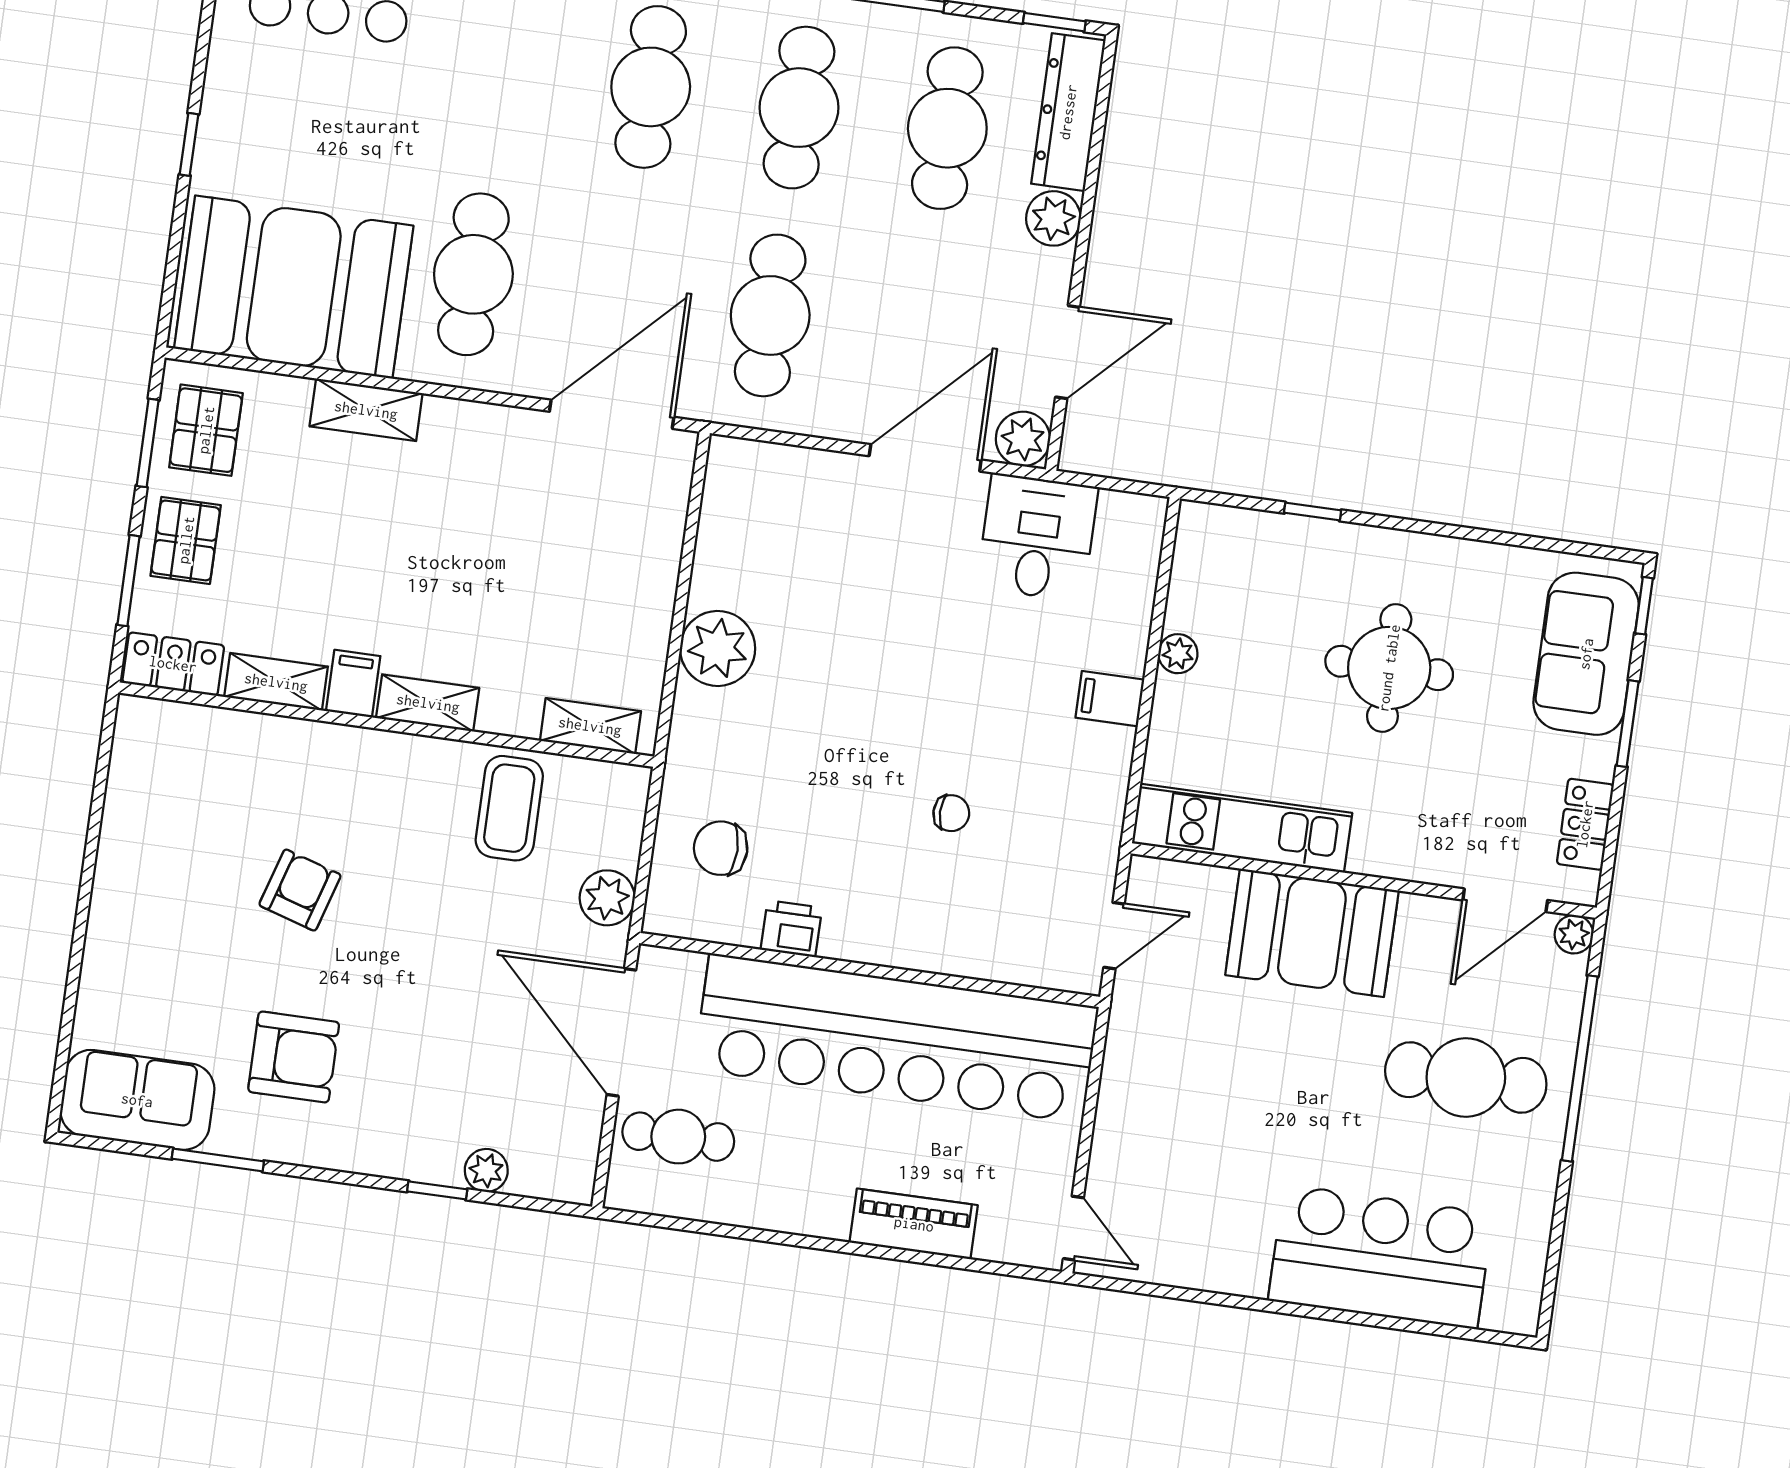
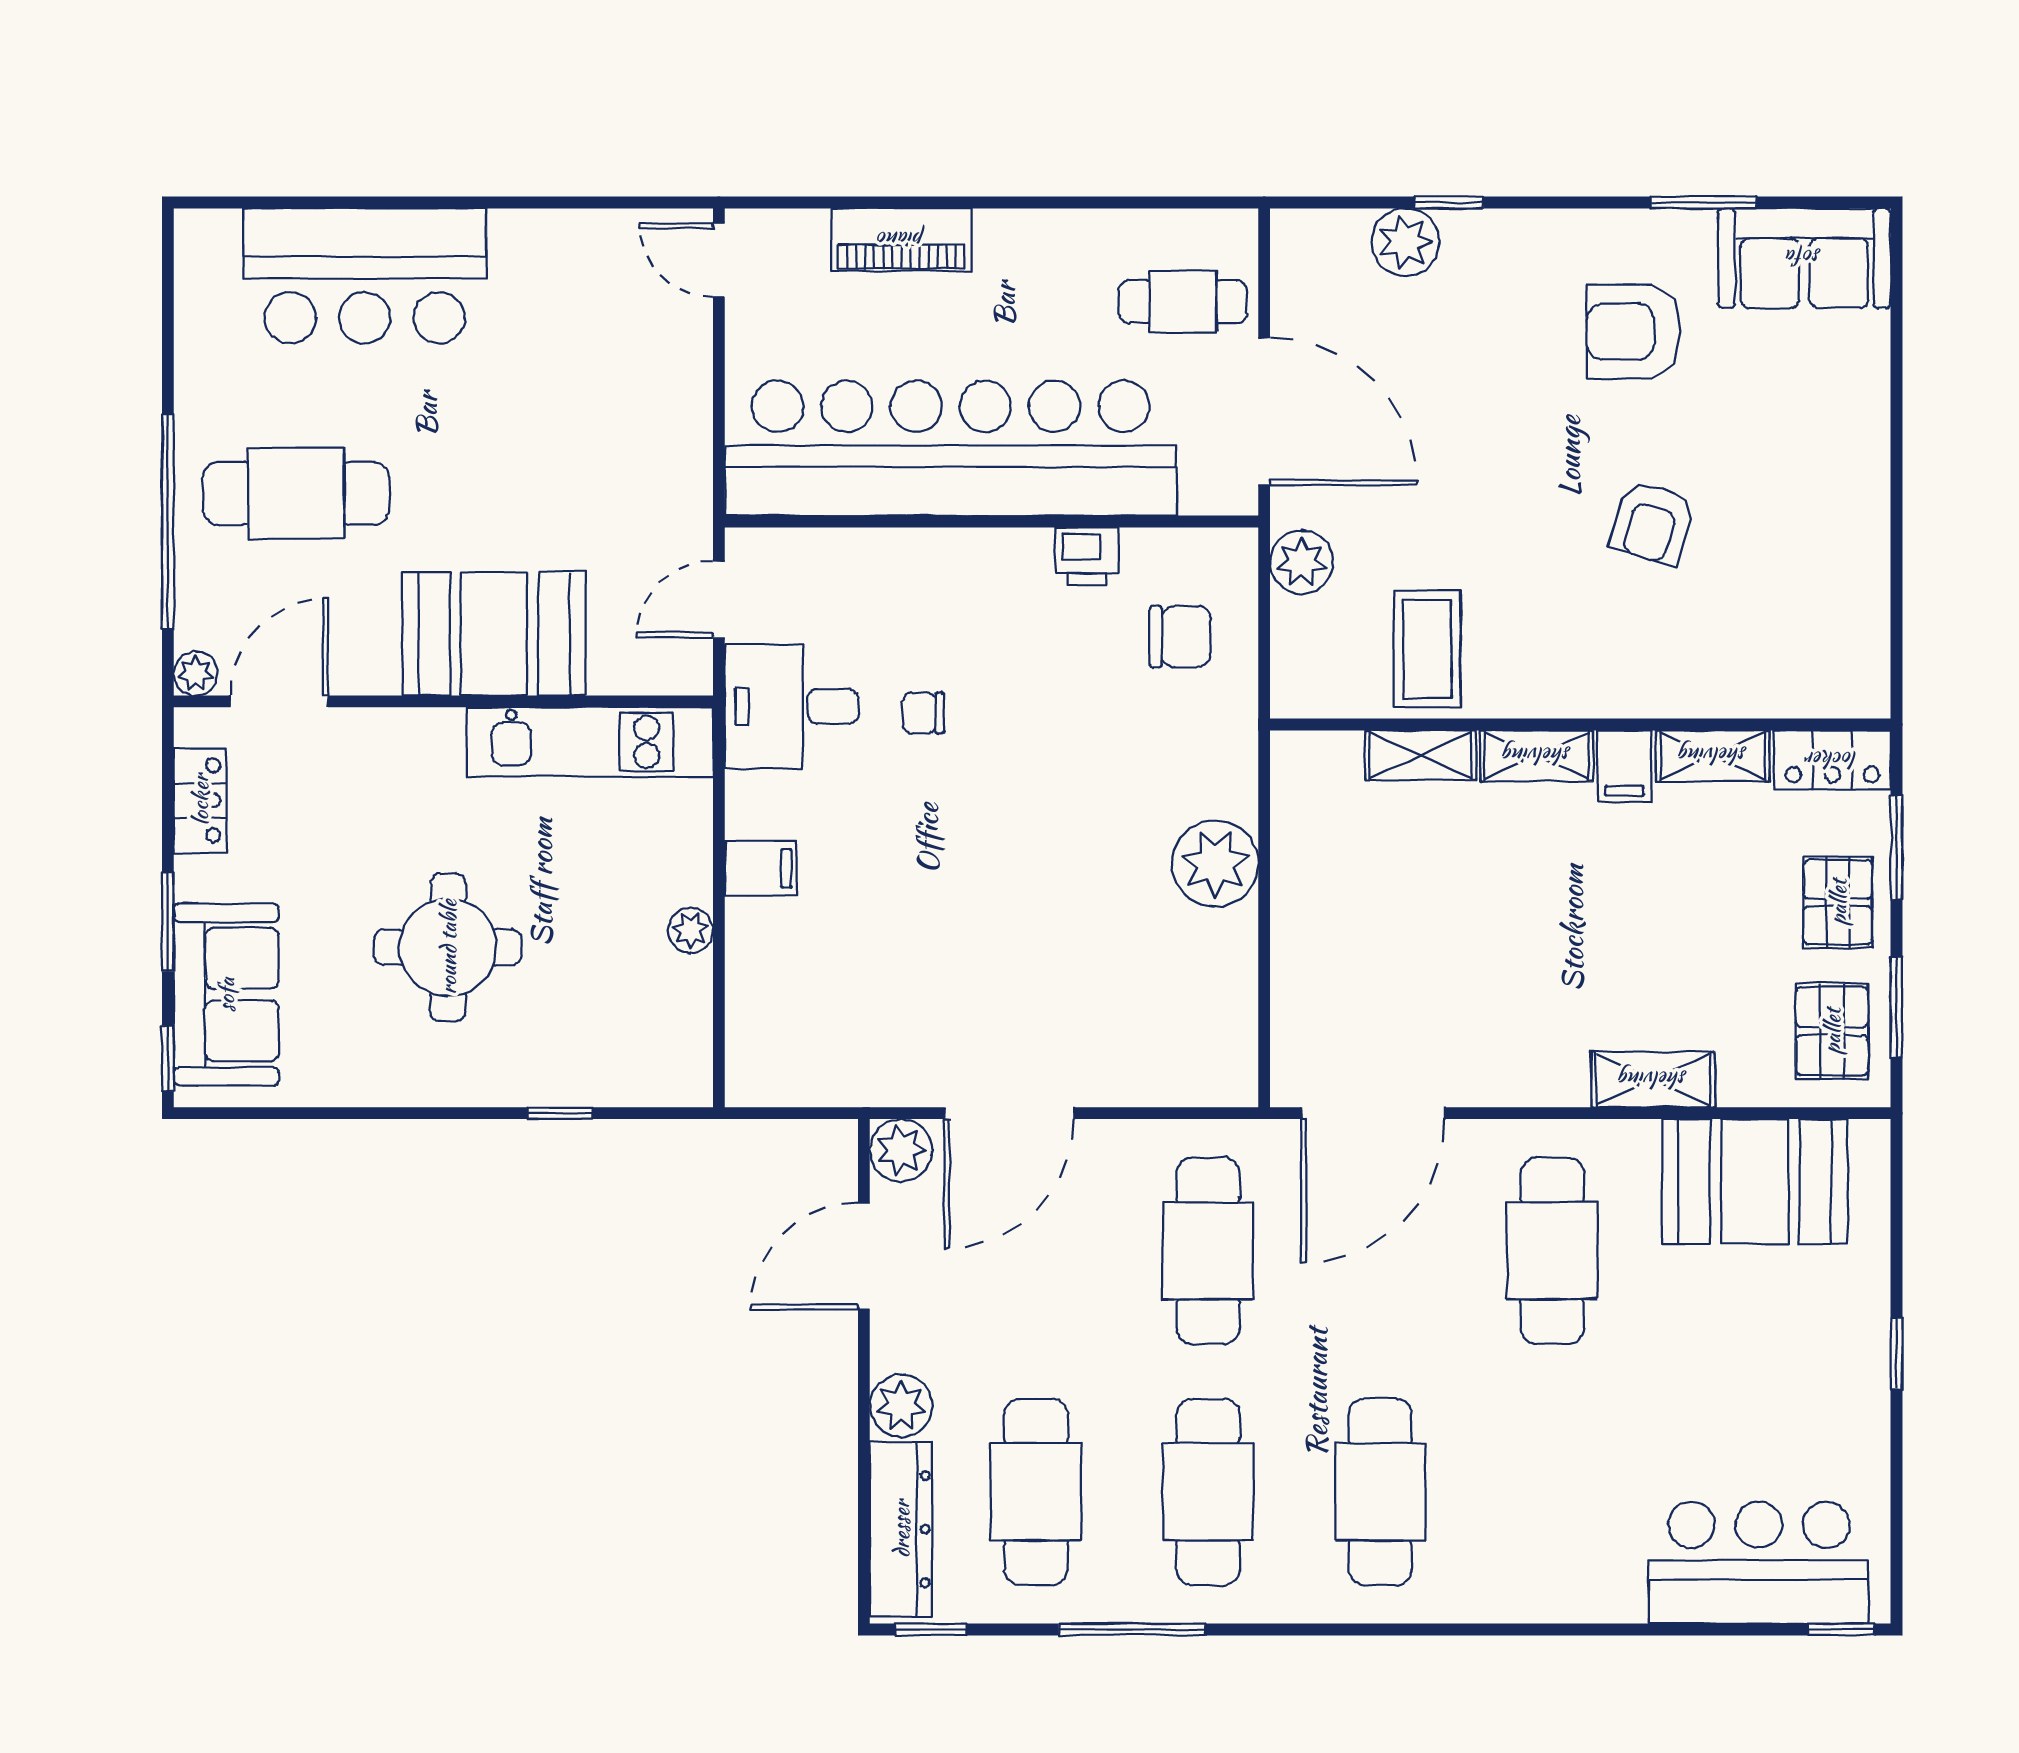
booth: (294, 287) -> (1755, 1181), width x0.73, depth x0.70
desk: (1037, 537) -> (792, 706), moved, turned 90
shelving: (590, 726) -> (1420, 755), moved
plant: (486, 1170) -> (1405, 242), width x1.38, depth x1.38

